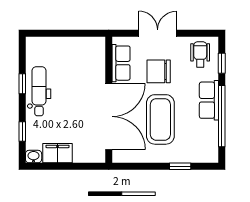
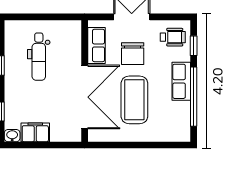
wheelchair: (200, 54) -> (173, 37), turned 90
chair: (159, 71) -> (133, 54), turned -90
dental chair: (39, 91) -> (39, 57), moved, turned 180
window: (180, 166) -> (153, 145), removed

